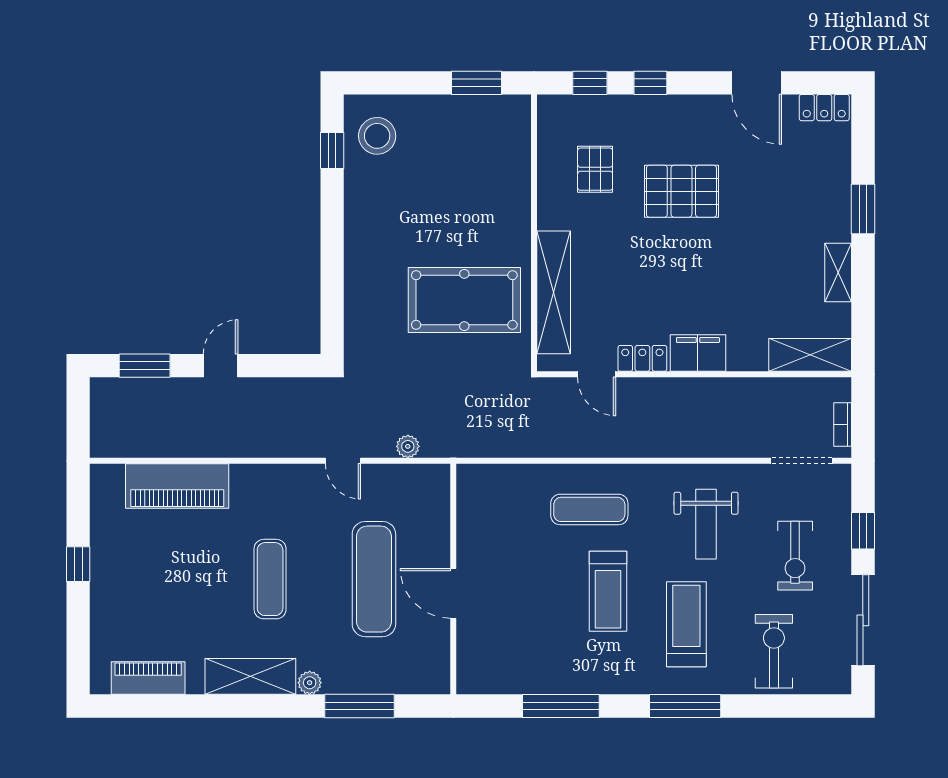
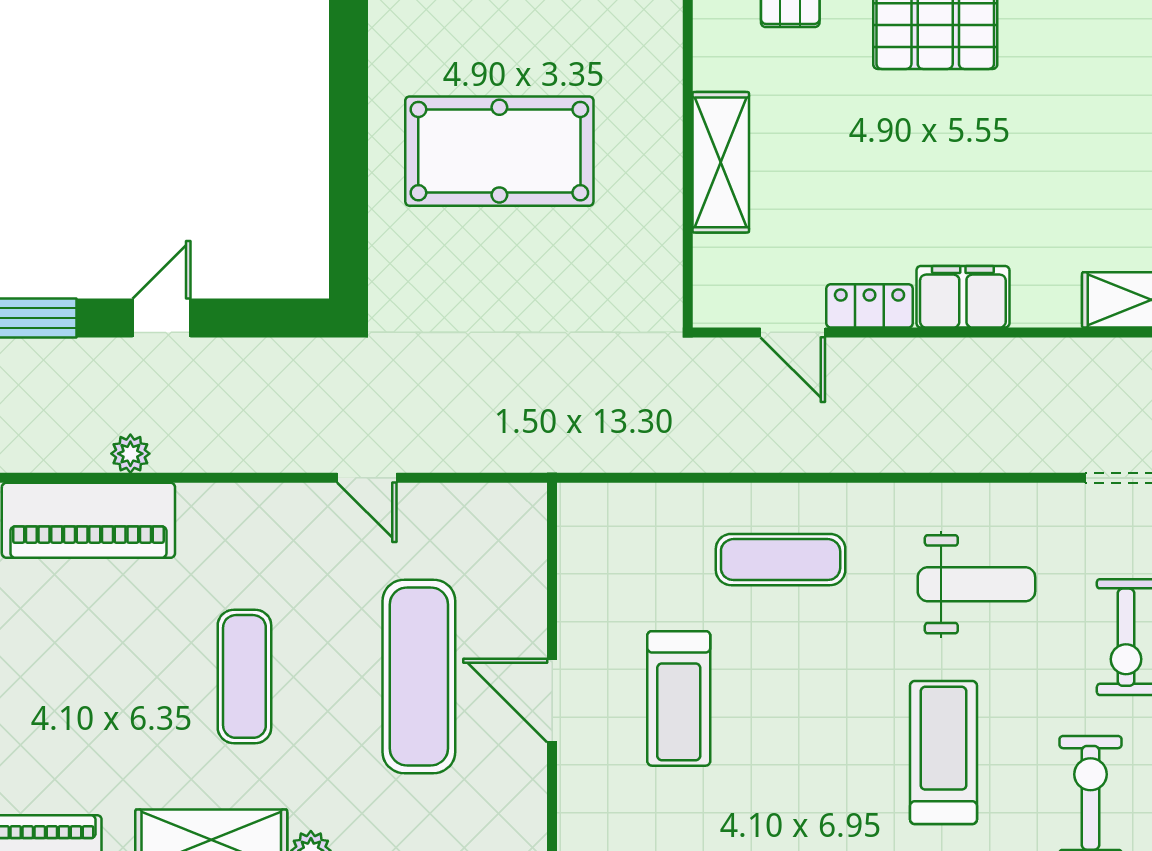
shelving: (554, 292) -> (721, 162), width x0.68
pool table: (464, 300) -> (499, 151), moved
plant: (408, 446) -> (130, 454), moved
weight bench: (706, 524) -> (976, 584), turned -90
treadmill: (608, 591) -> (679, 698), moved

